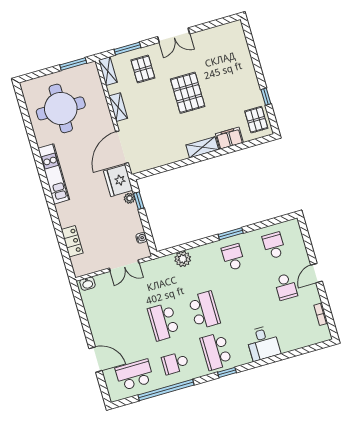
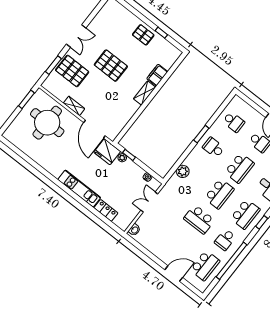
pallet: (143, 69) -> (72, 71), width x1.50, depth x1.42
shelving: (108, 71) -> (51, 88), removed
round table: (61, 108) -> (47, 123), moved
pallet: (256, 120) -> (143, 35), moved
kitchen unit: (54, 174) -> (79, 189), moved
school desk: (274, 245) -> (234, 122), turned 180
double door: (124, 266) -> (149, 202), swing flipped
school desk: (245, 298) -> (239, 168), added
school desk: (204, 310) -> (219, 194), turned 90
school desk: (216, 351) -> (245, 214), turned -90
school desk: (134, 375) -> (205, 265), turned 180

